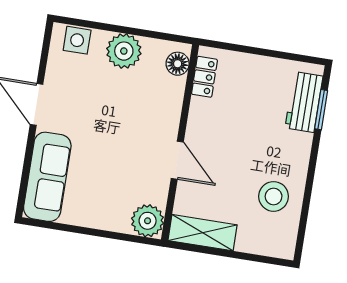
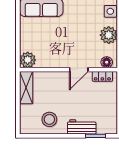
workbench: (304, 102) -> (82, 127), moved
door: (177, 160) -> (79, 70), moved

